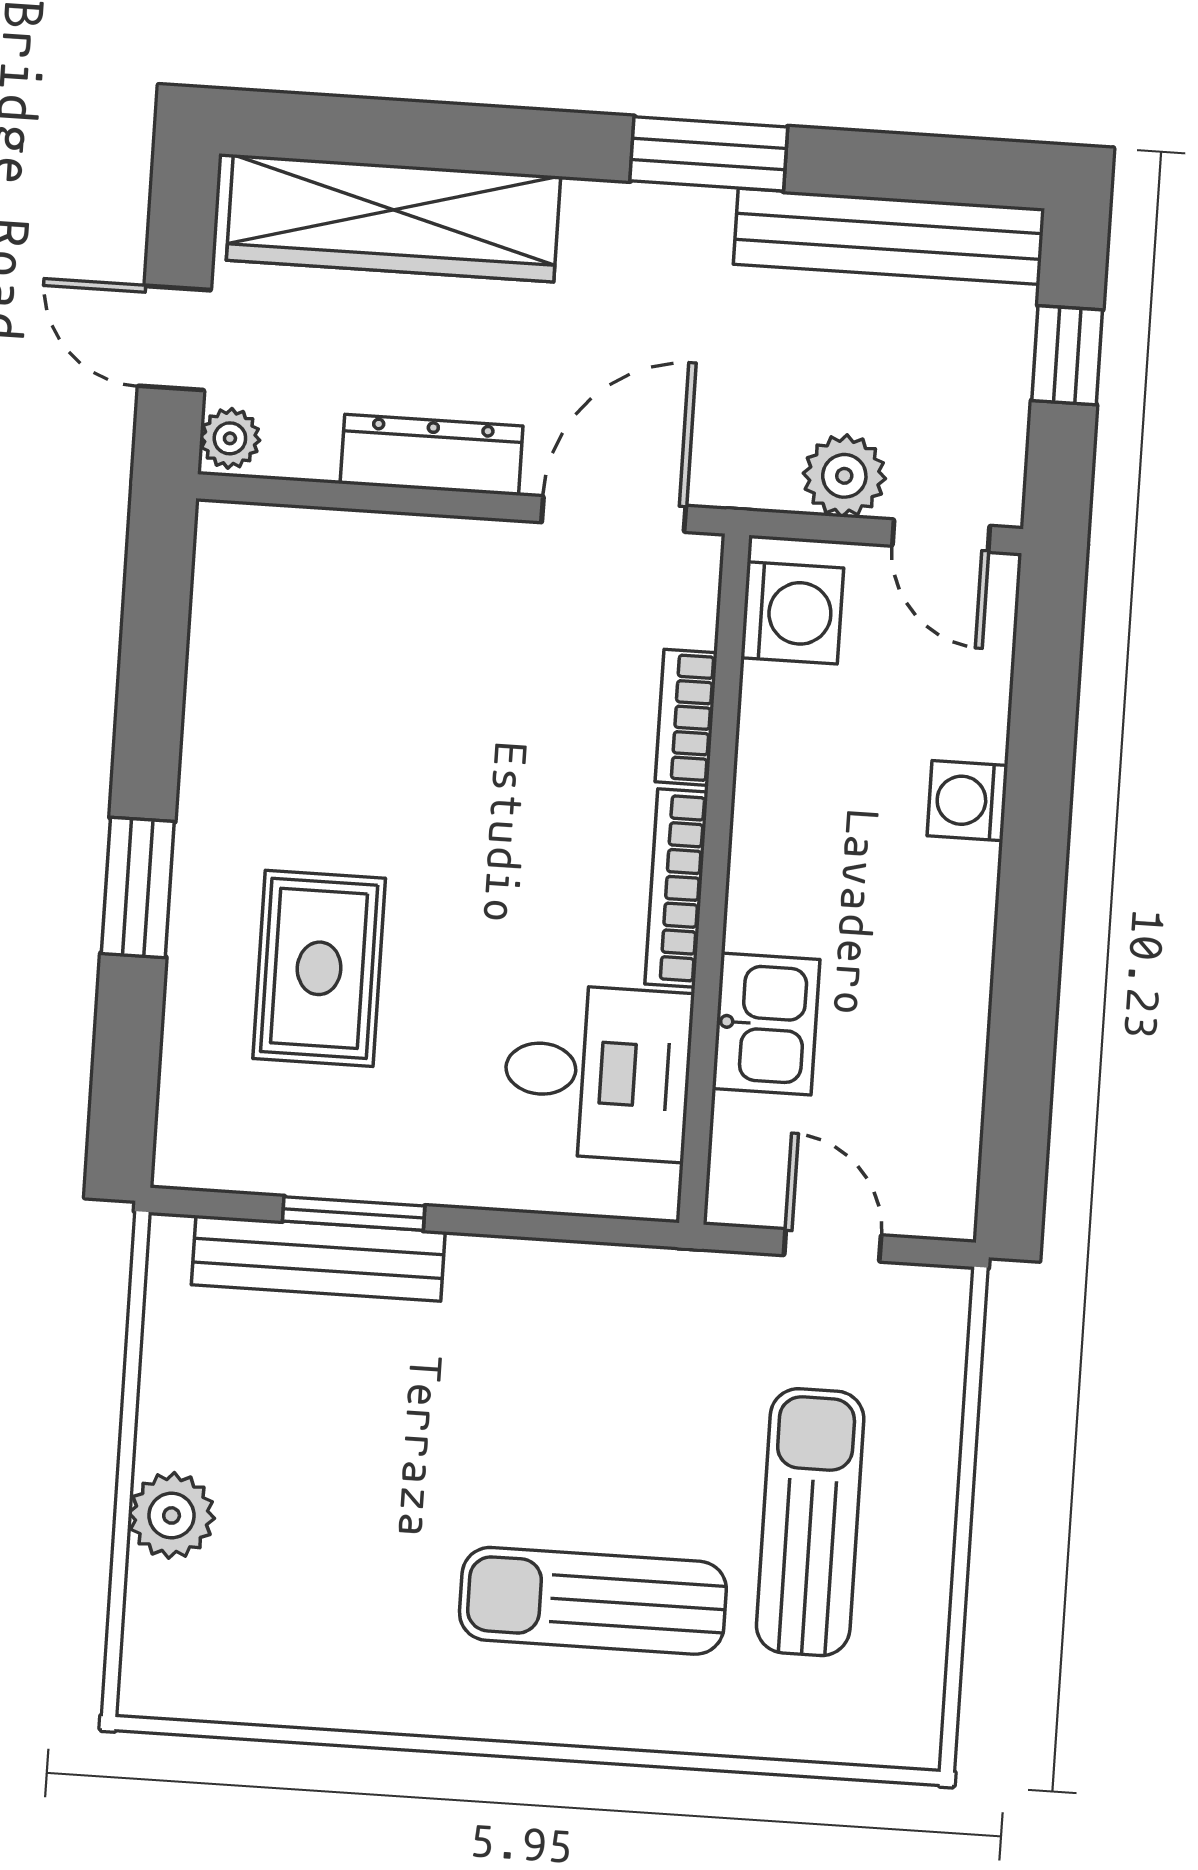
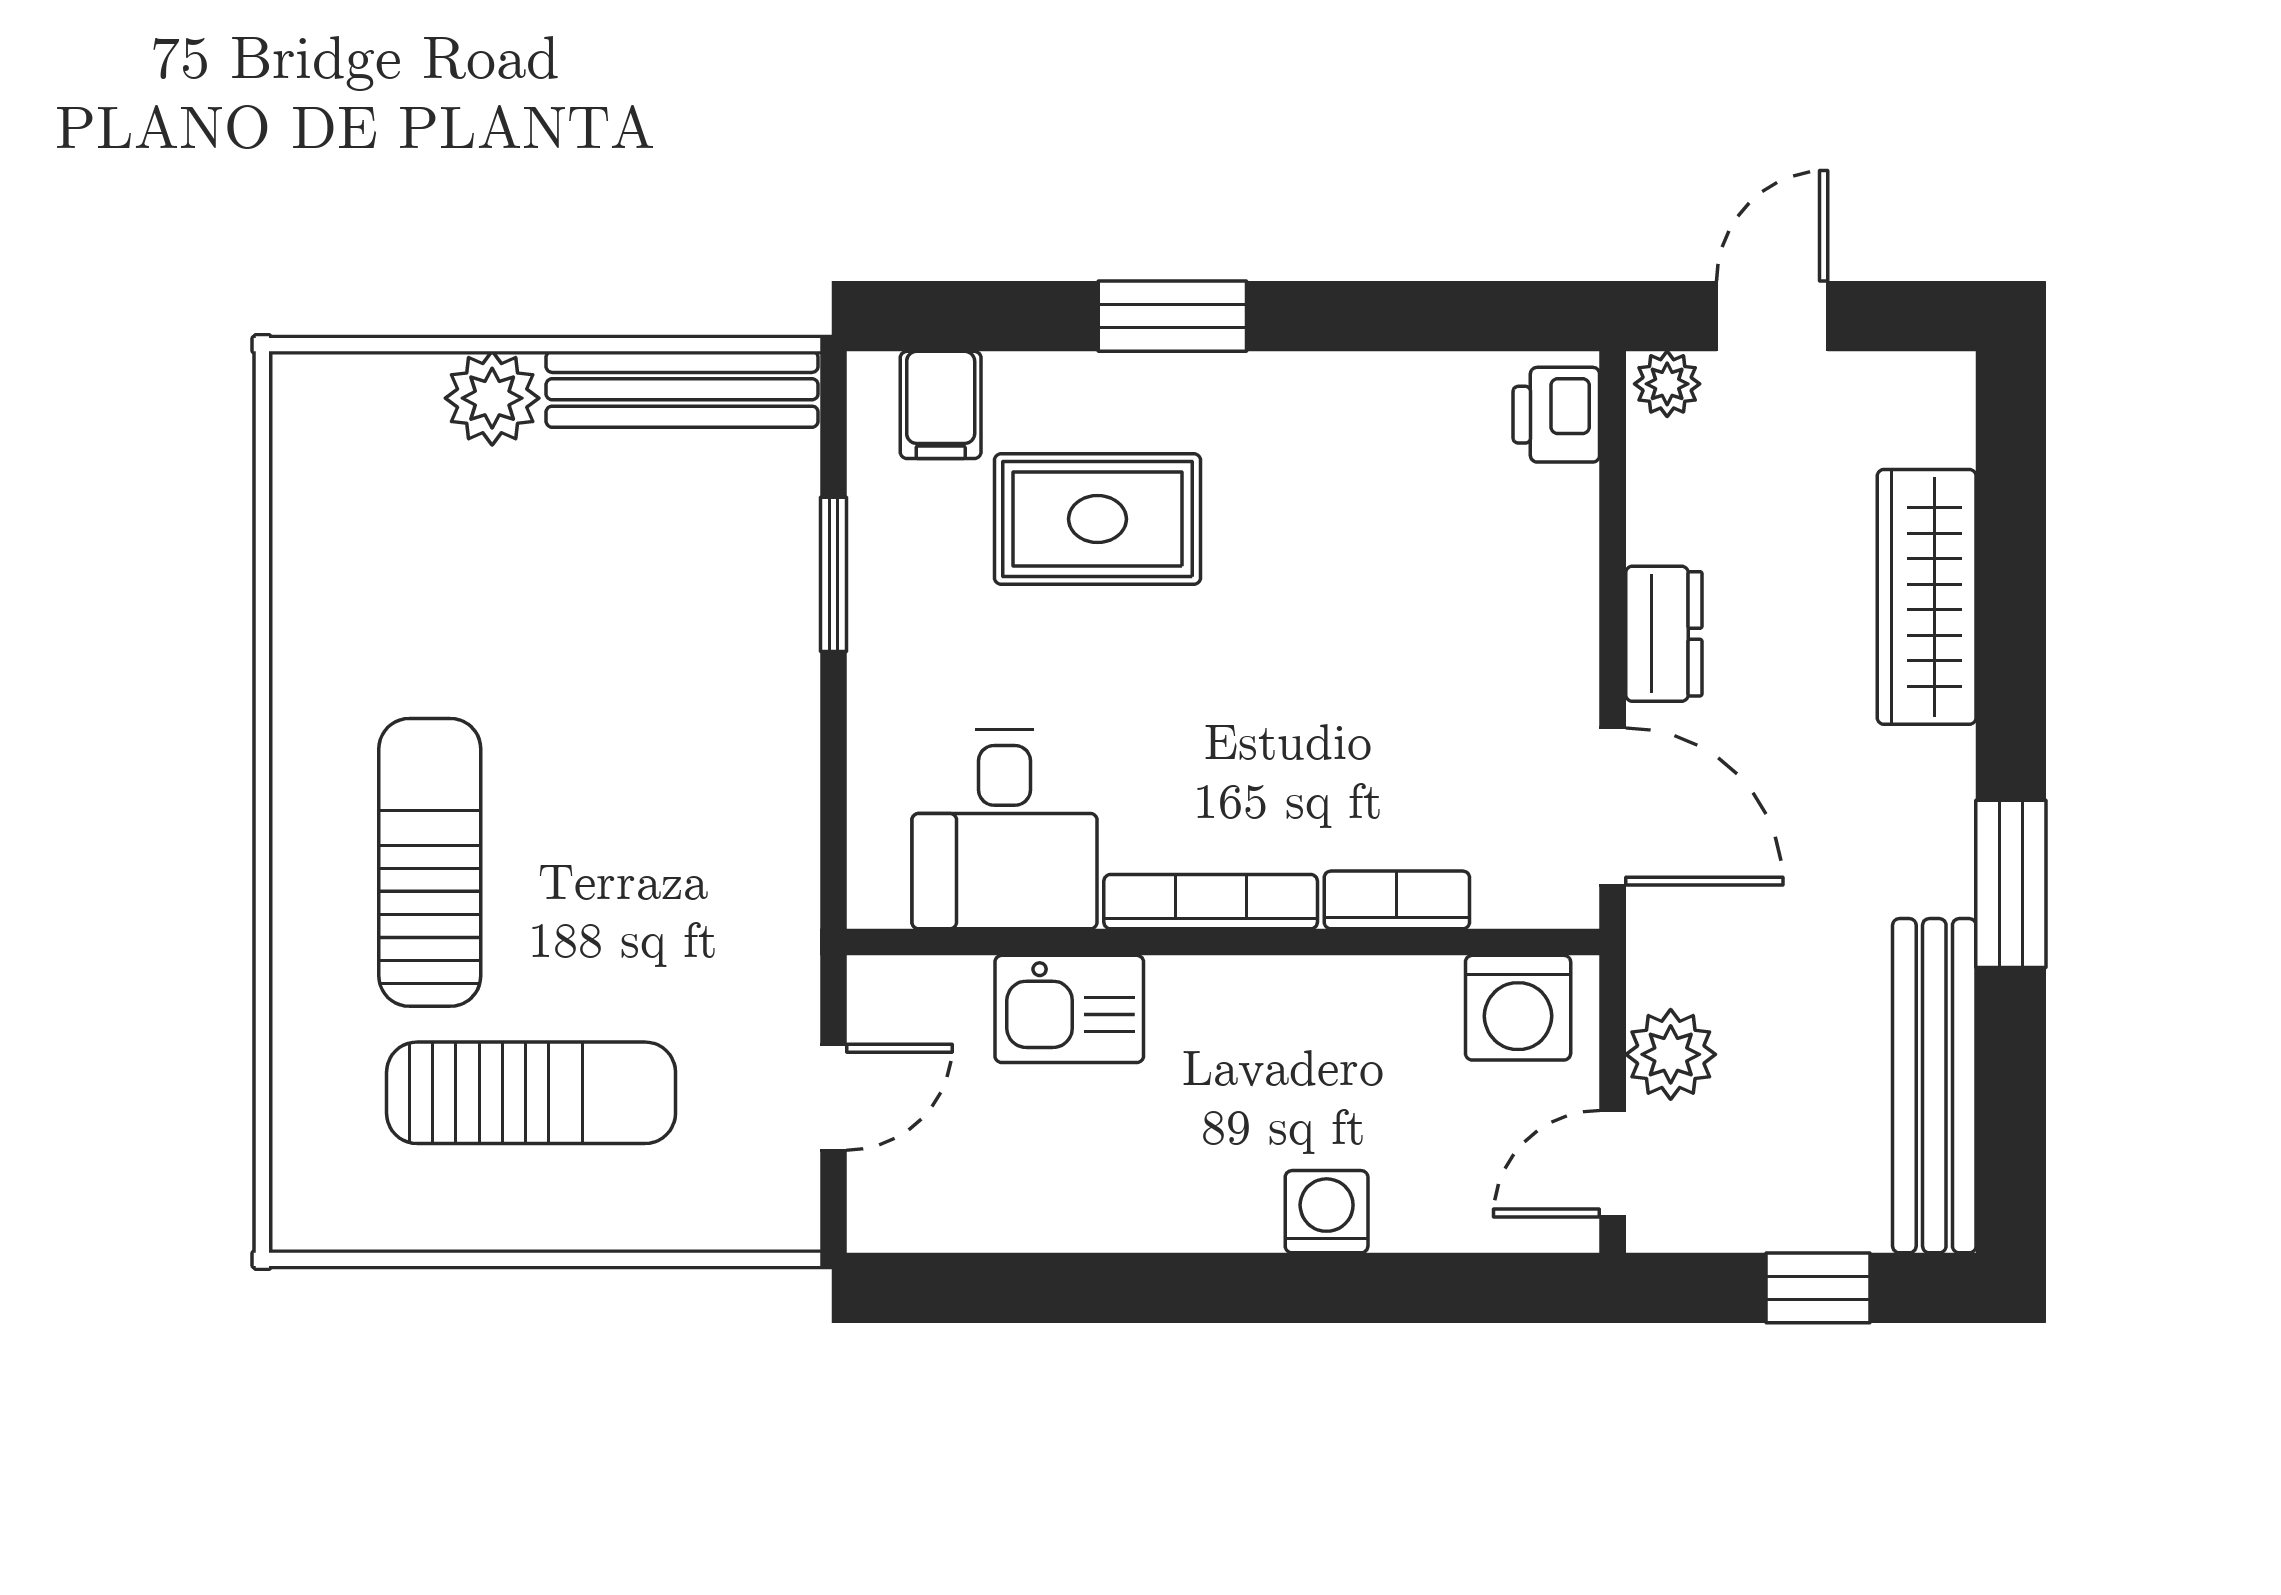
wardrobe: (394, 218) -> (1927, 597), width x0.71, depth x0.85
dresser: (432, 455) -> (1664, 634), width x0.70
printer: (251, 542) -> (1556, 415), added
filing cabinet: (205, 1105) -> (941, 405), added
bench: (318, 1258) -> (682, 389), moved, turned 90

